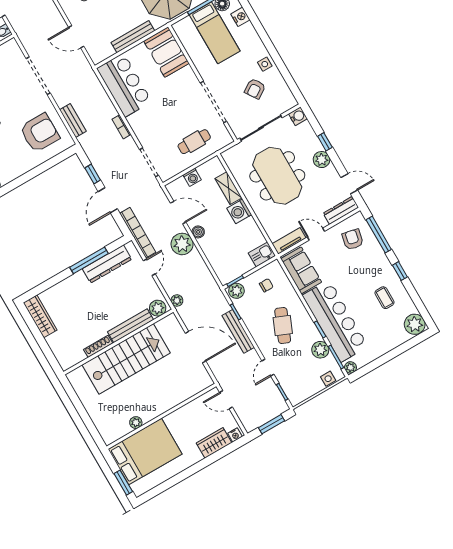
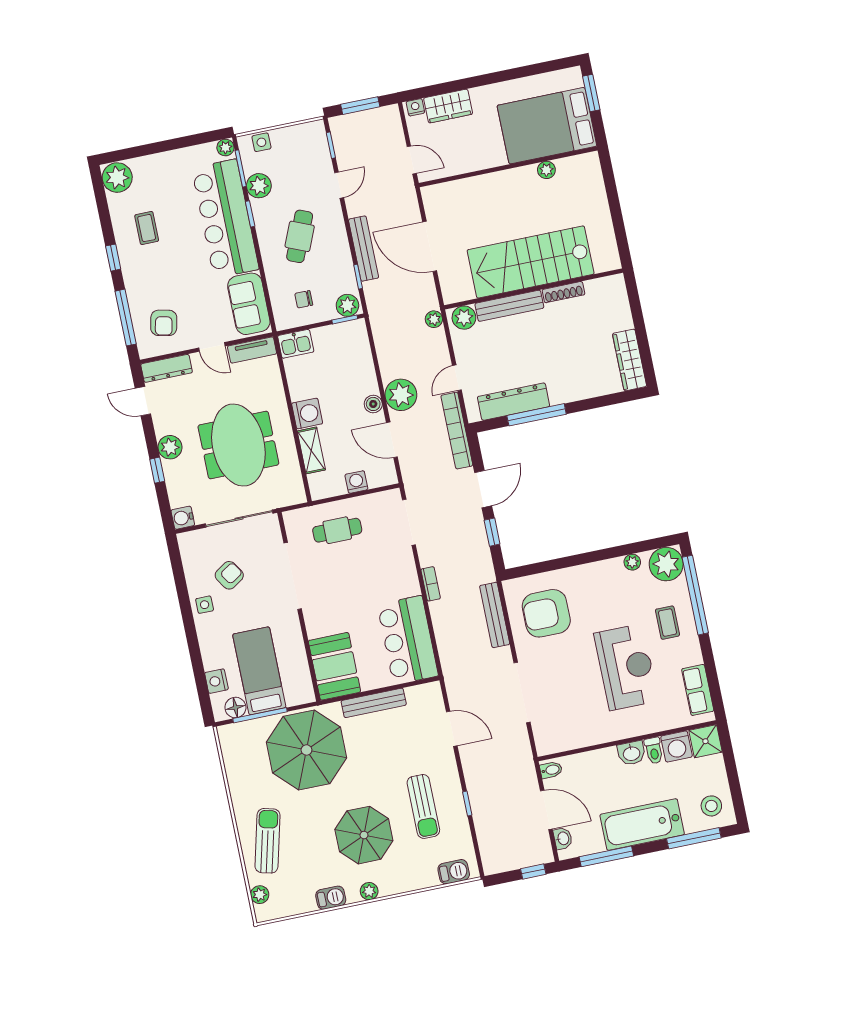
bench: (73, 120) -> (495, 615), width x1.36

